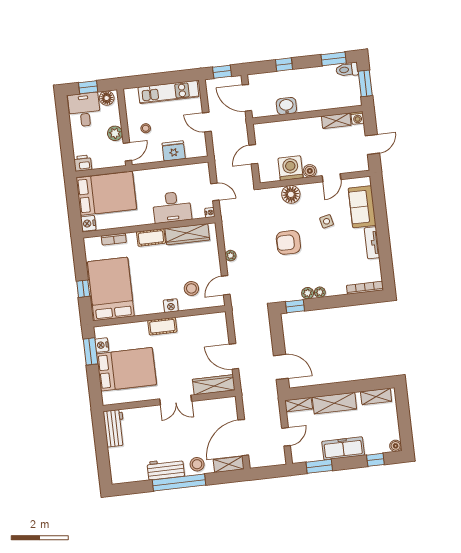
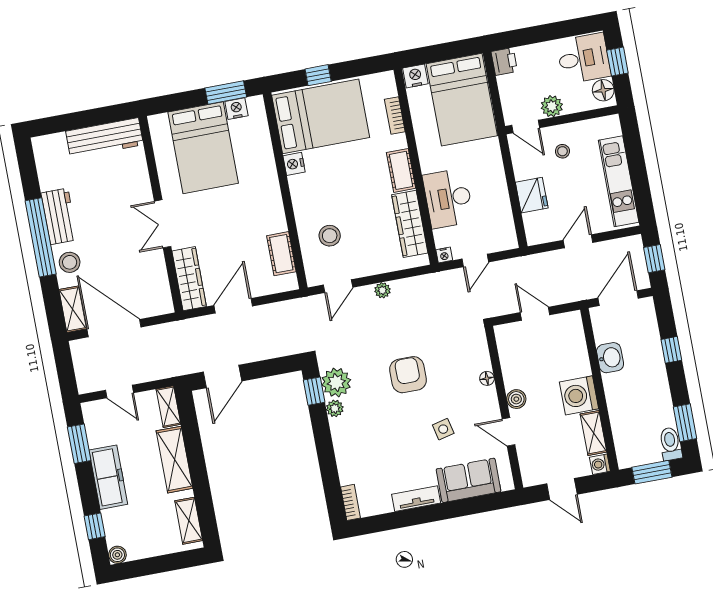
washing machine: (291, 168) -> (579, 395), moved, turned 180
floor lamp: (291, 194) -> (487, 378), width x0.53, depth x0.53
door: (226, 285) -> (338, 286), swing flipped
bookcase: (365, 288) -> (351, 502), width x0.64
plant: (320, 292) -> (336, 382), moved, width x1.88, depth x1.88
nightstand: (171, 306) -> (294, 164), moved
cot: (162, 326) -> (281, 254), moved
workbench: (114, 428) -> (105, 138), width x1.38

